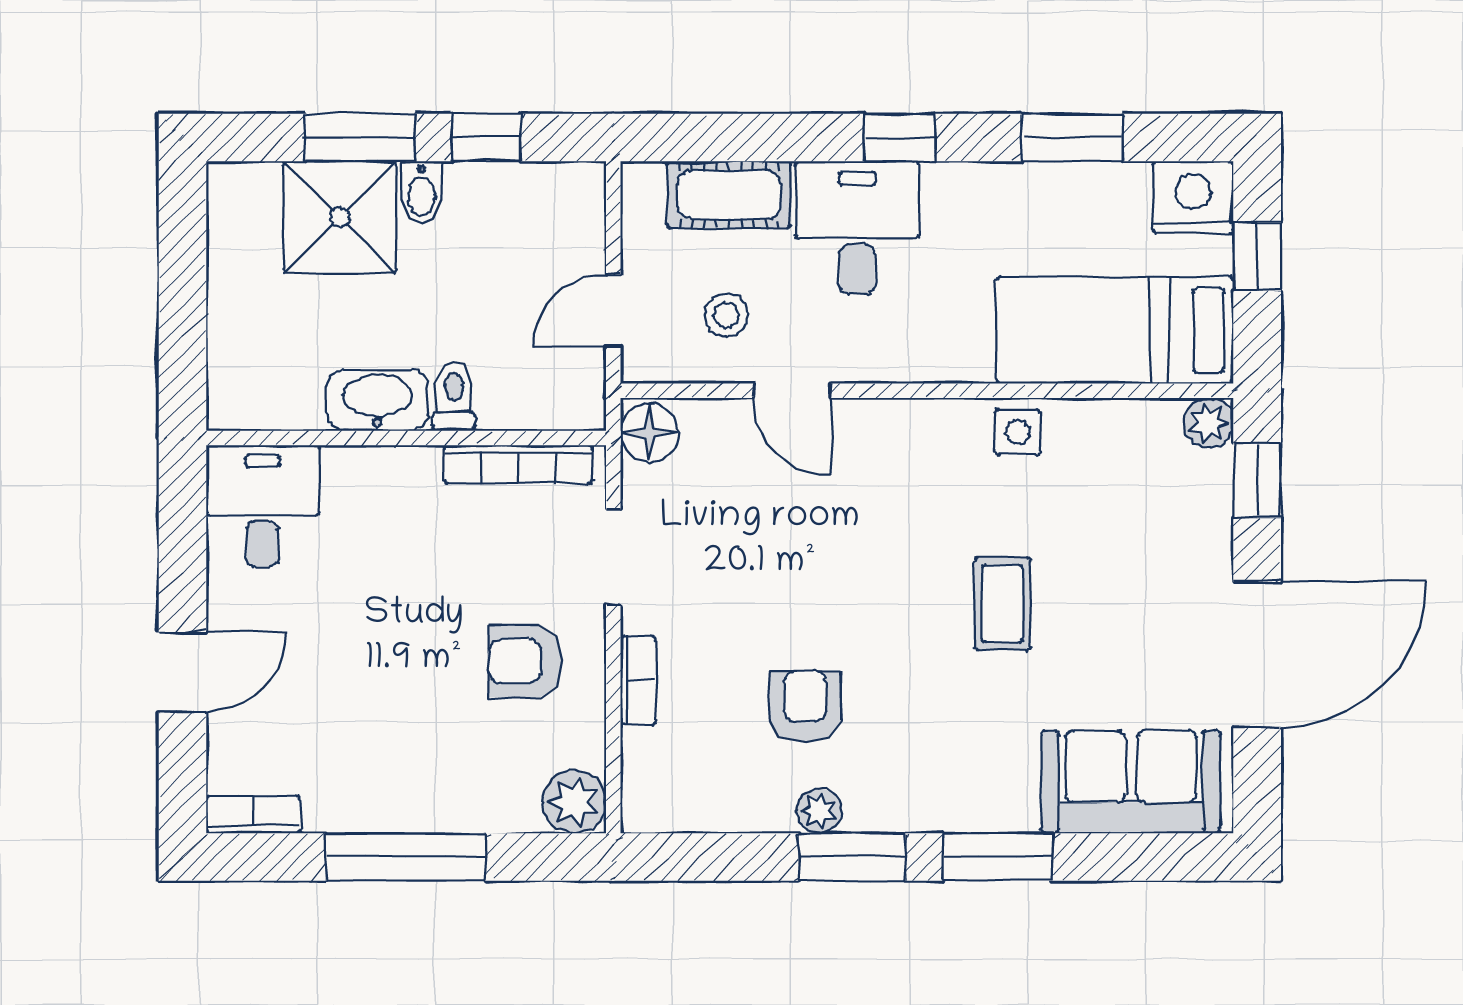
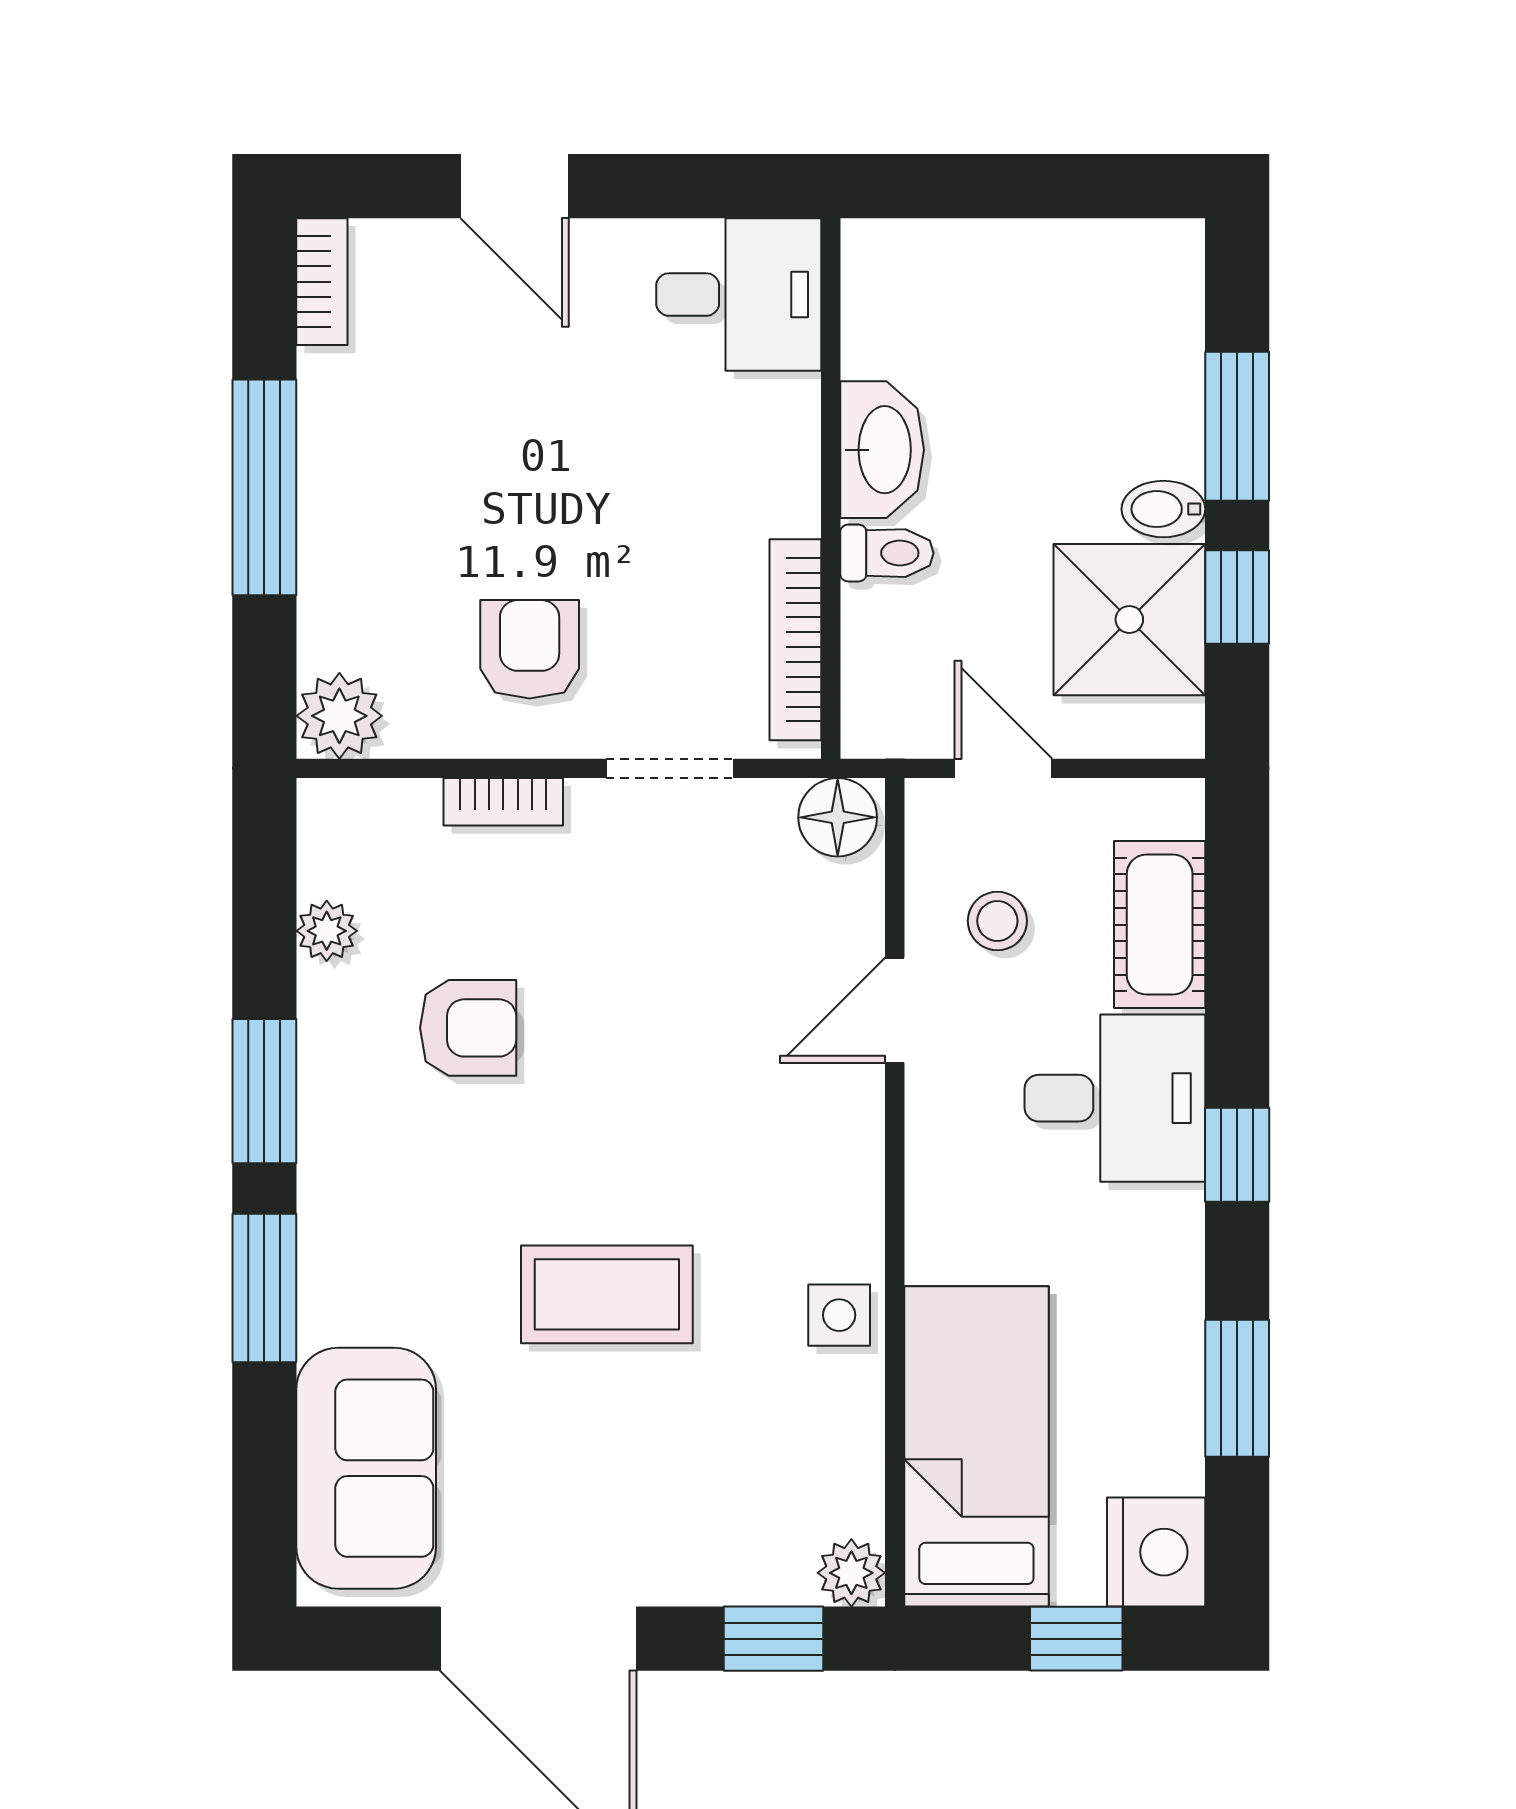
shower: (340, 217) -> (1129, 620), moved
coffee table: (1002, 604) -> (607, 1294), width x1.36, depth x1.30
plant: (819, 811) -> (327, 931), moved

